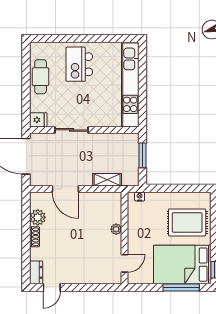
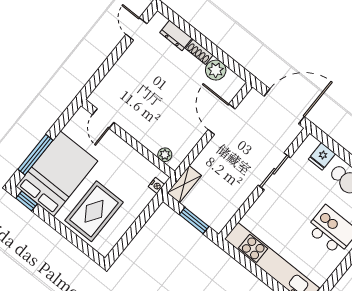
fridge: (38, 120) -> (322, 156), moved
shelving: (107, 180) -> (184, 184), moved
door: (65, 189) -> (222, 119), hinge flipped
plant: (116, 229) -> (165, 155), moved
dresser: (36, 272) -> (176, 35), moved

